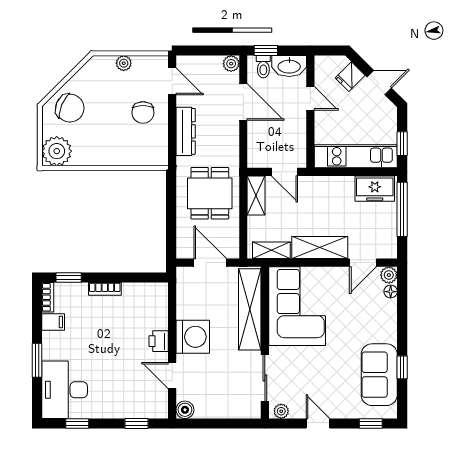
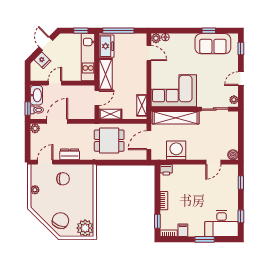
dresser: (186, 131) -> (70, 154), width x0.70
shelving: (320, 248) -> (106, 74), moved
washing machine: (193, 337) -> (176, 150), moved
printer: (159, 341) -> (166, 170), moved

